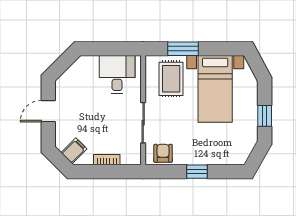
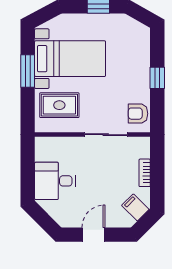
window: (183, 49) -> (28, 71), moved
desk: (117, 75) -> (55, 181), moved
door: (48, 111) -> (93, 235), swing flipped

